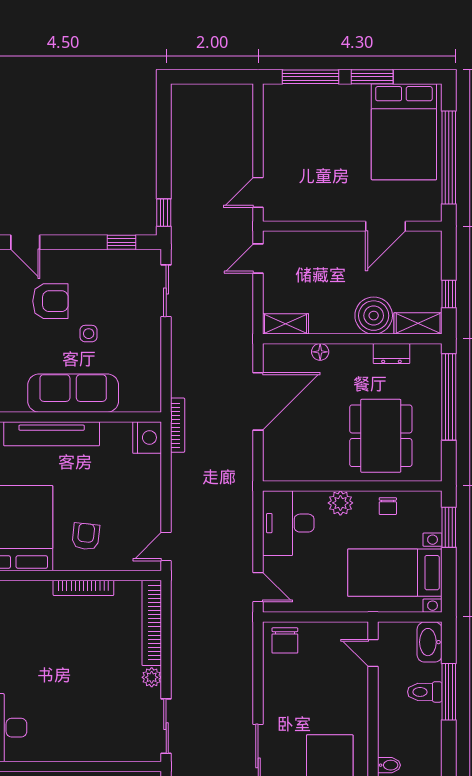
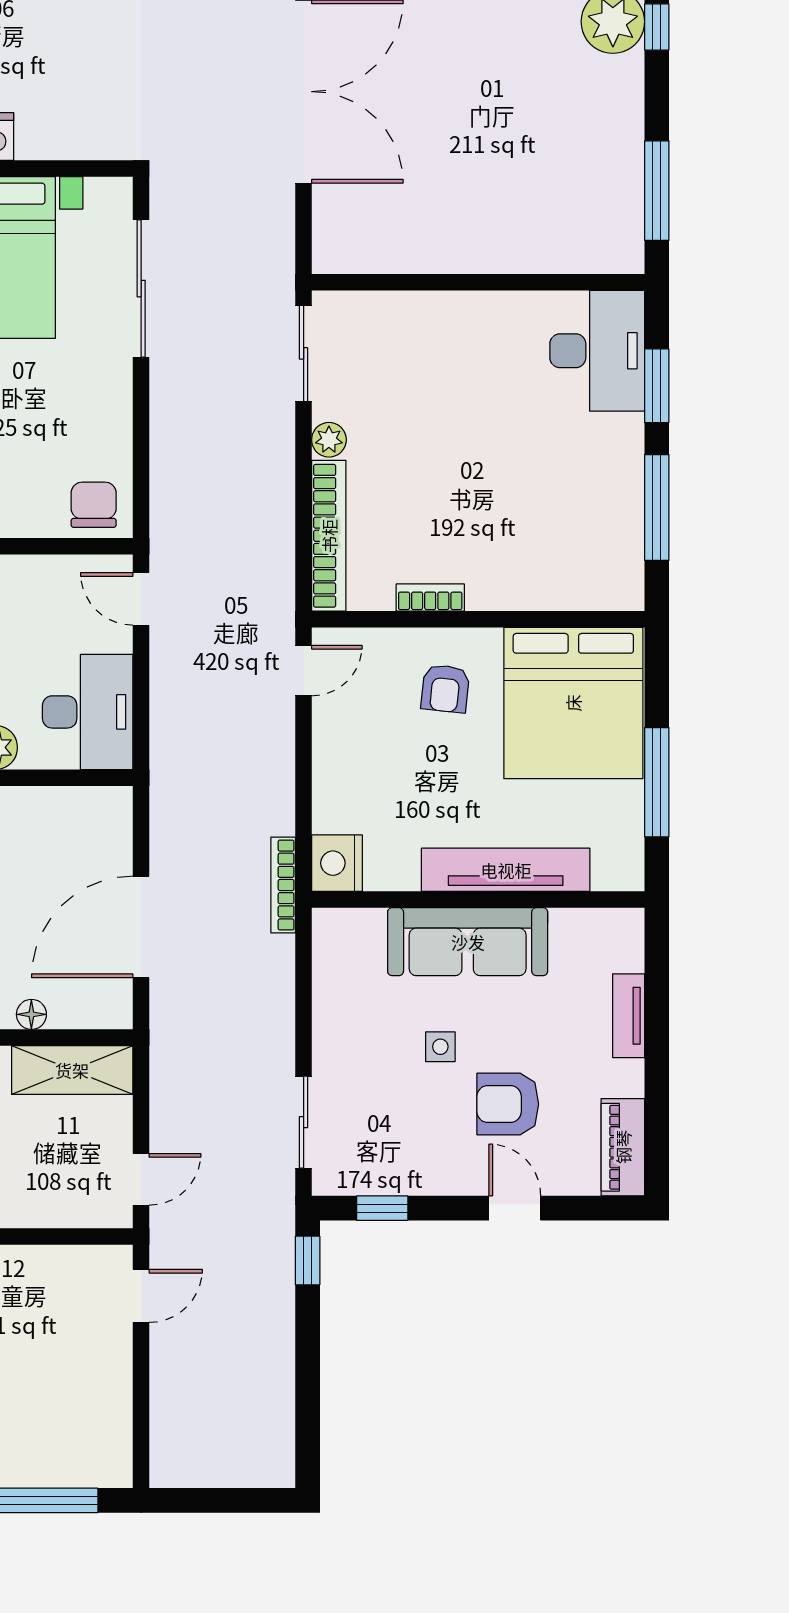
door: (25, 242) -> (515, 1208), moved
shelving: (286, 324) -> (72, 1070), width x1.50, depth x1.33
bookcase: (83, 588) -> (430, 598), width x0.64

